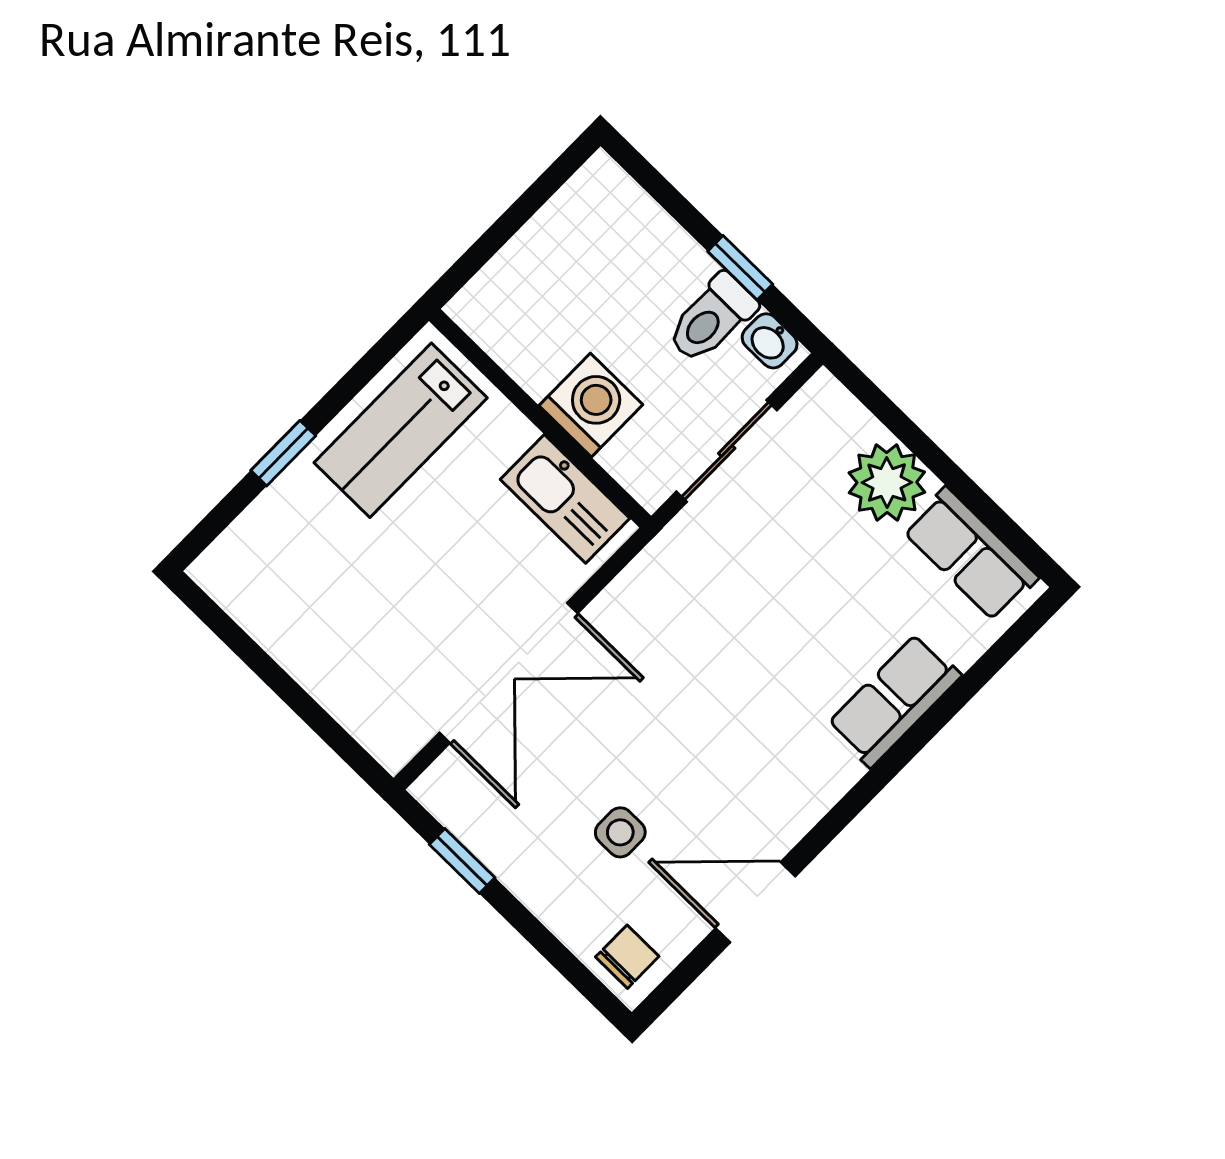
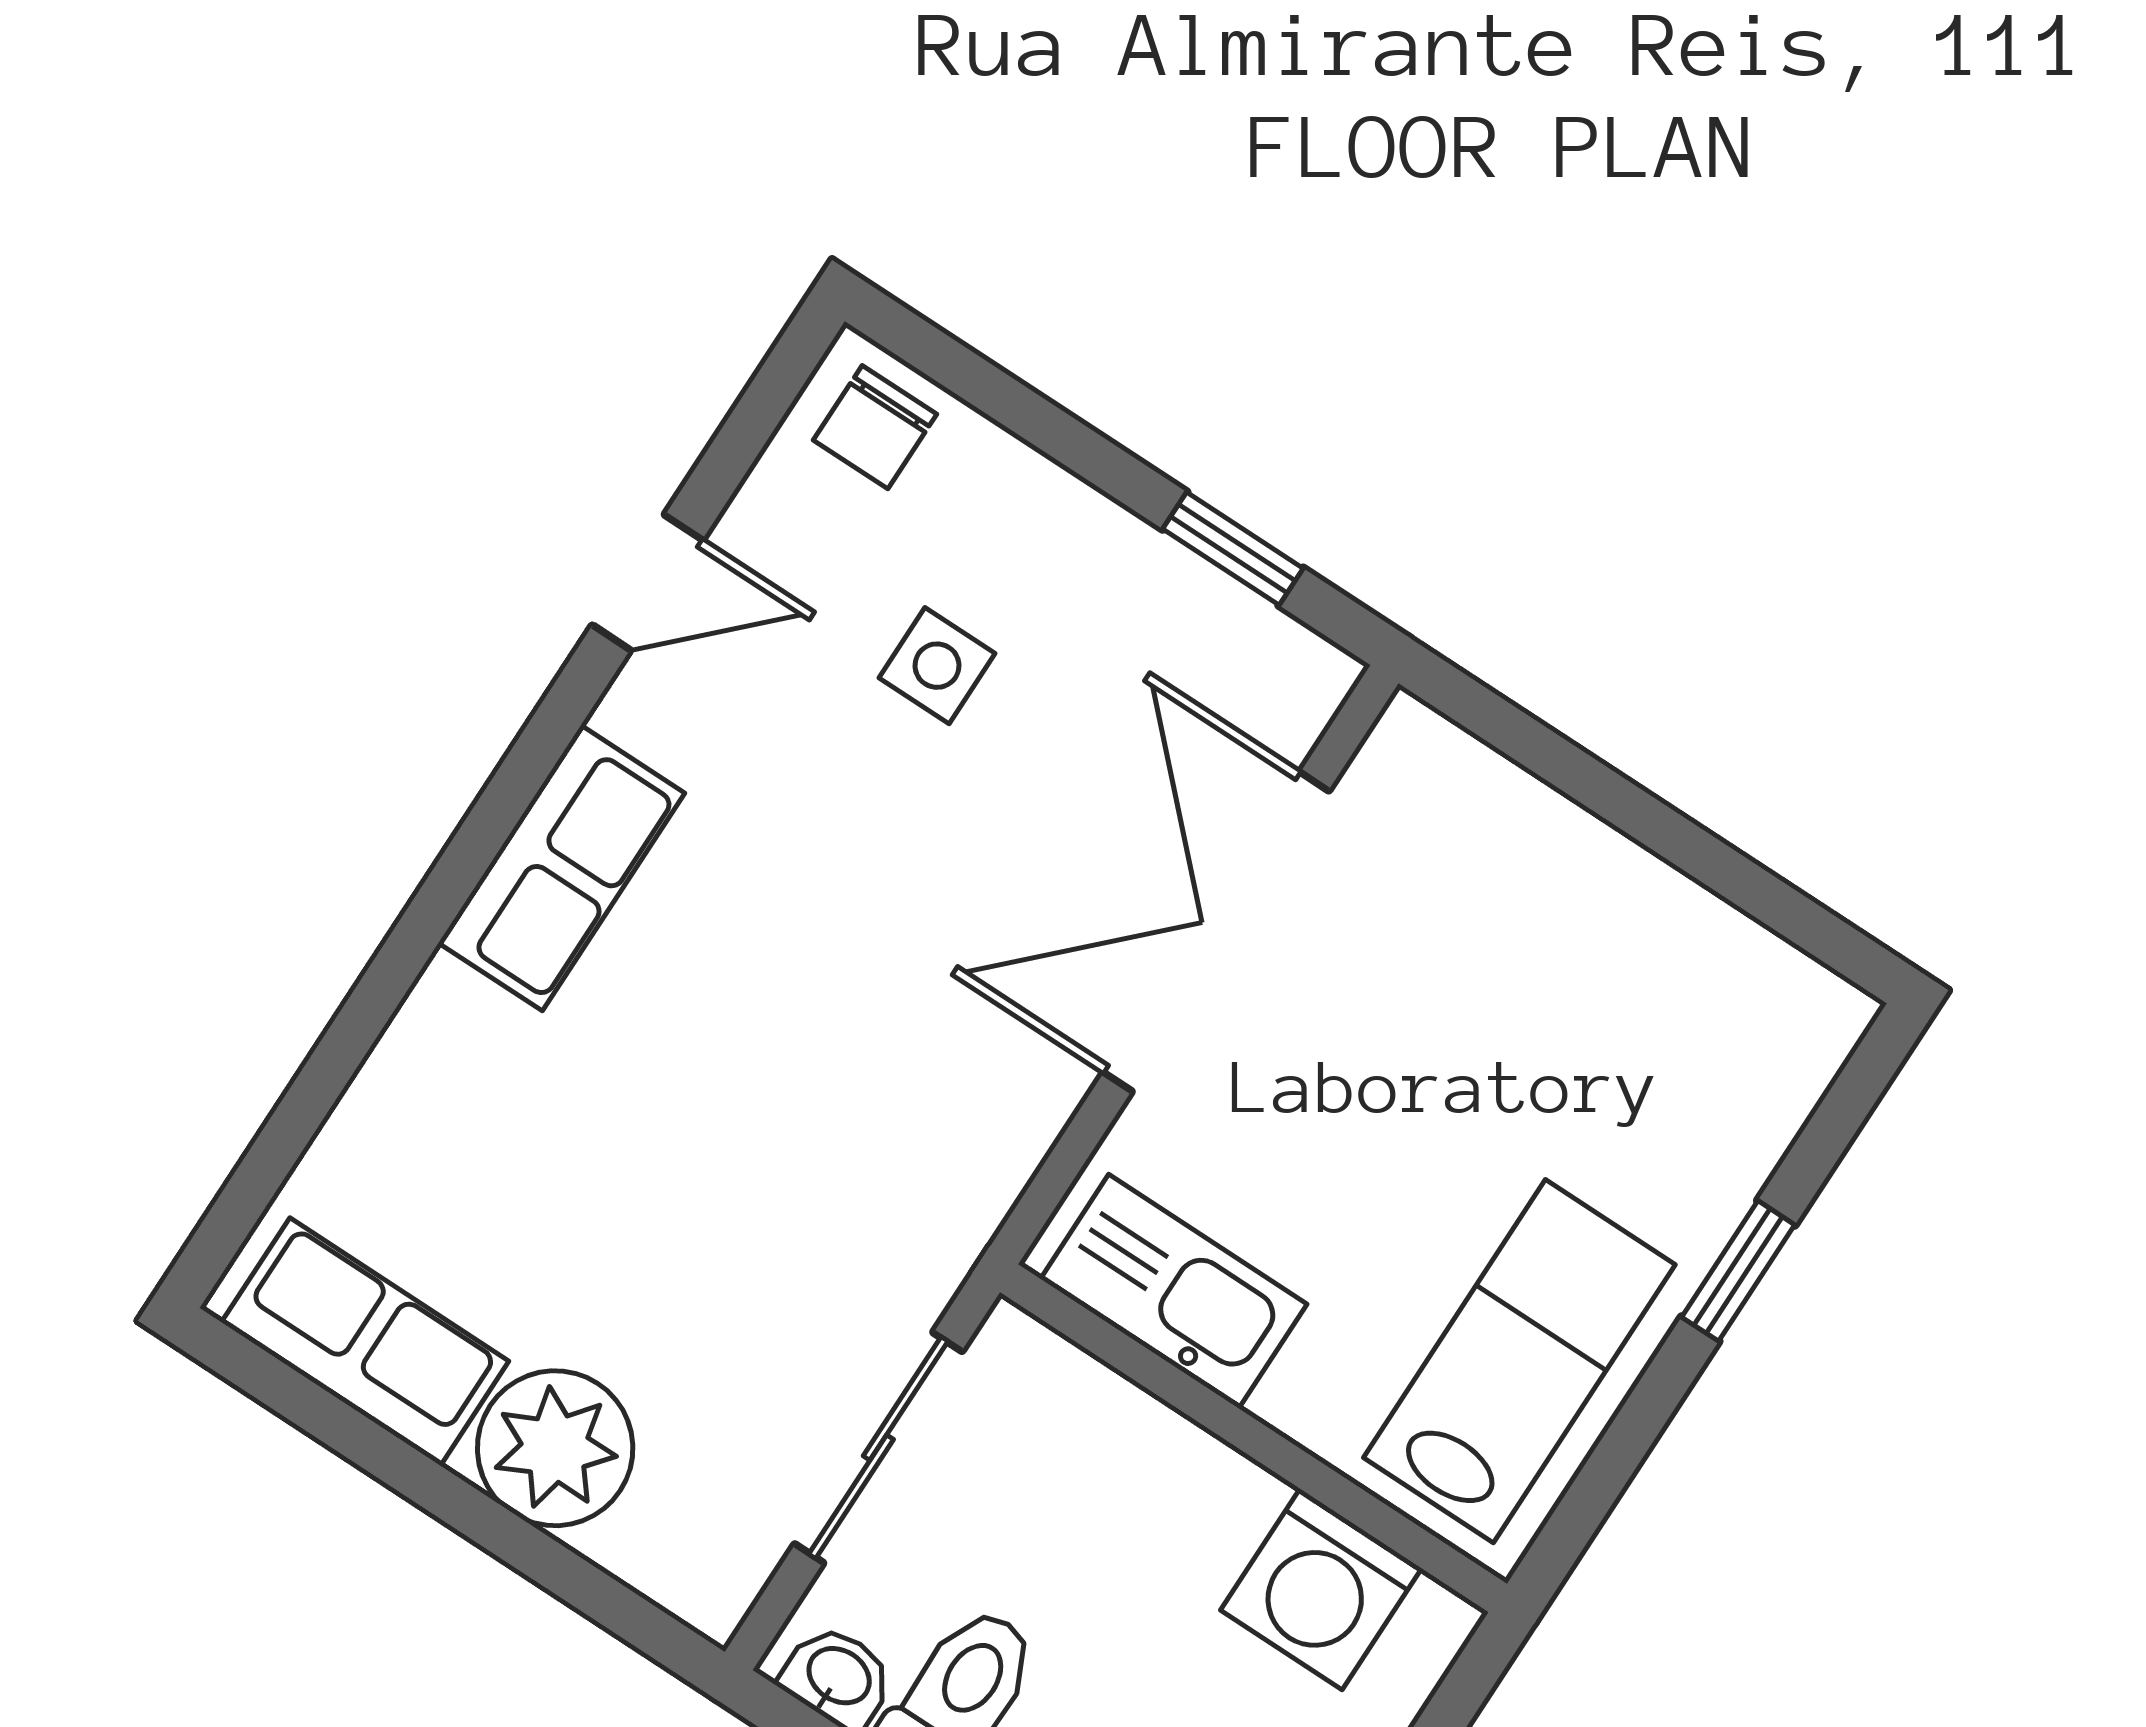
washing machine: (591, 405) -> (1321, 1589), moved
row of seats: (894, 700) -> (561, 868), moved
door: (755, 902) -> (647, 582), width x0.73

